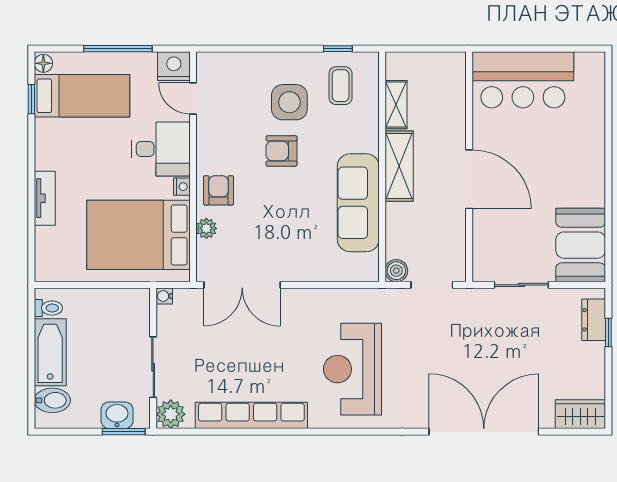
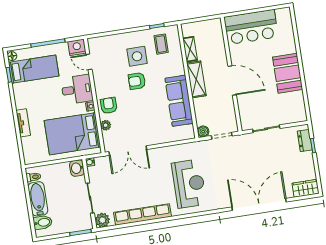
booth: (581, 245) -> (288, 73), moved
reception desk: (353, 369) -> (189, 184), turned 180
washbasin: (117, 415) -> (77, 168), moved, turned -90

